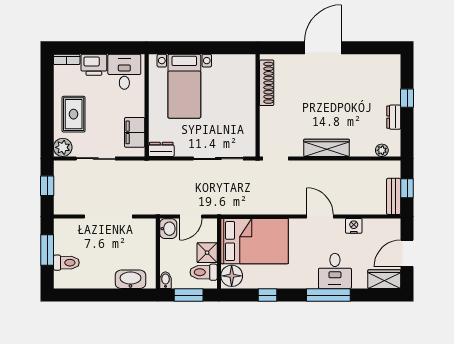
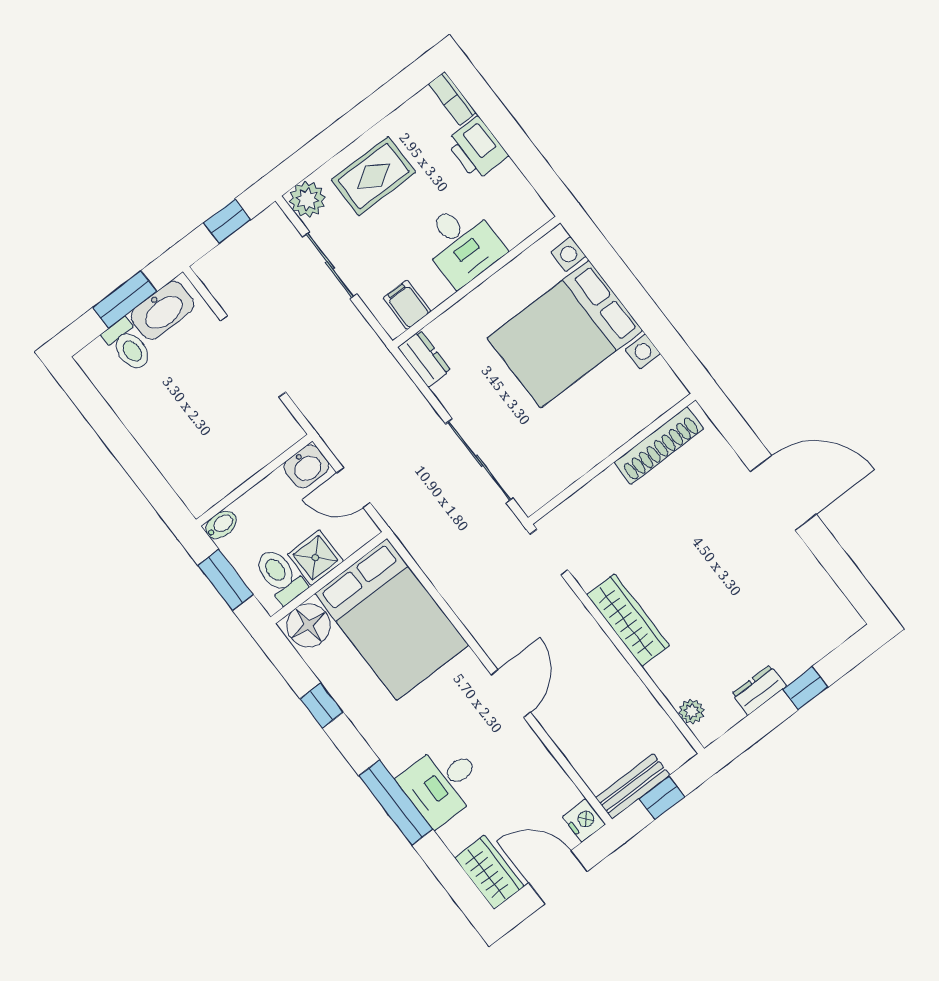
desk: (124, 72) -> (462, 244), moved, turned 90
bed with nightstands: (184, 86) -> (565, 334), width x1.36
filing cabinet: (135, 132) -> (407, 305), width x0.50
nightstand: (354, 226) -> (584, 820), moved
washbasin: (131, 279) -> (162, 310), moved, turned 90

